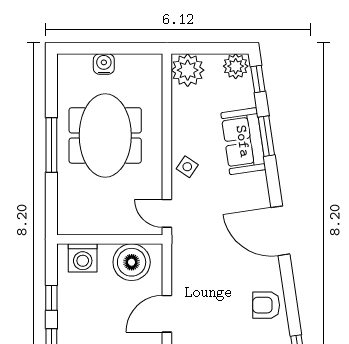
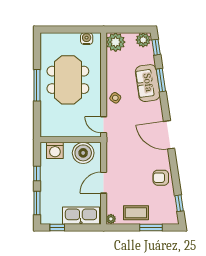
water cooler: (104, 64) -> (87, 39), moved

